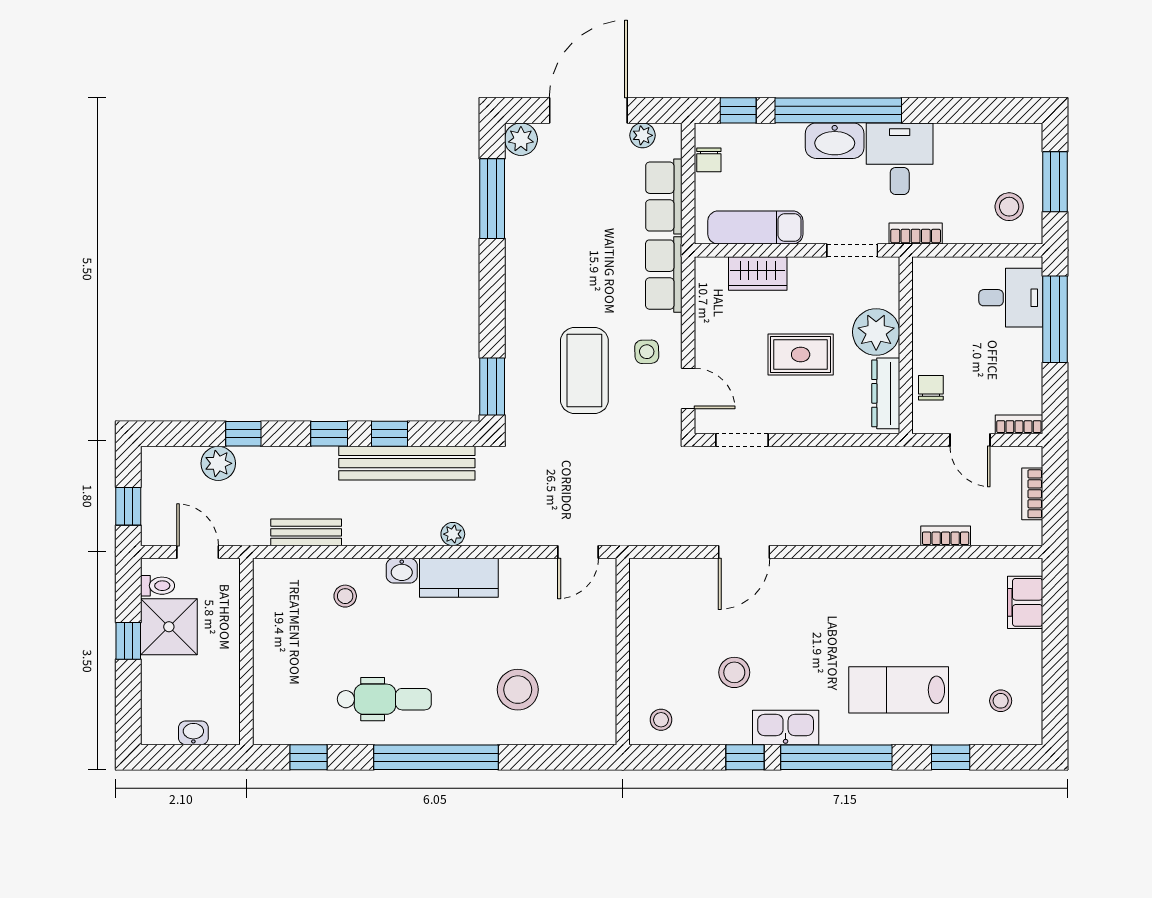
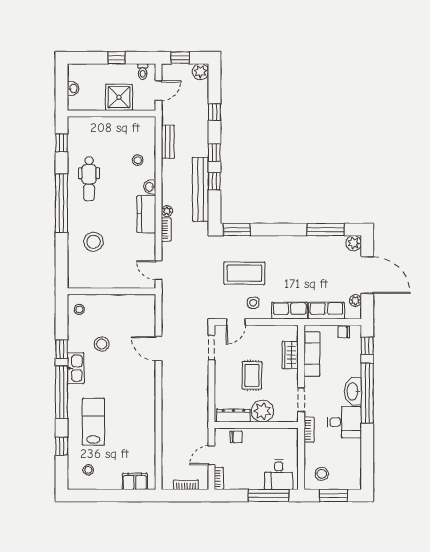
plant: (218, 463) -> (200, 72), moved
bookcase: (946, 536) -> (166, 229), moved
shower: (169, 627) -> (119, 97), moved

